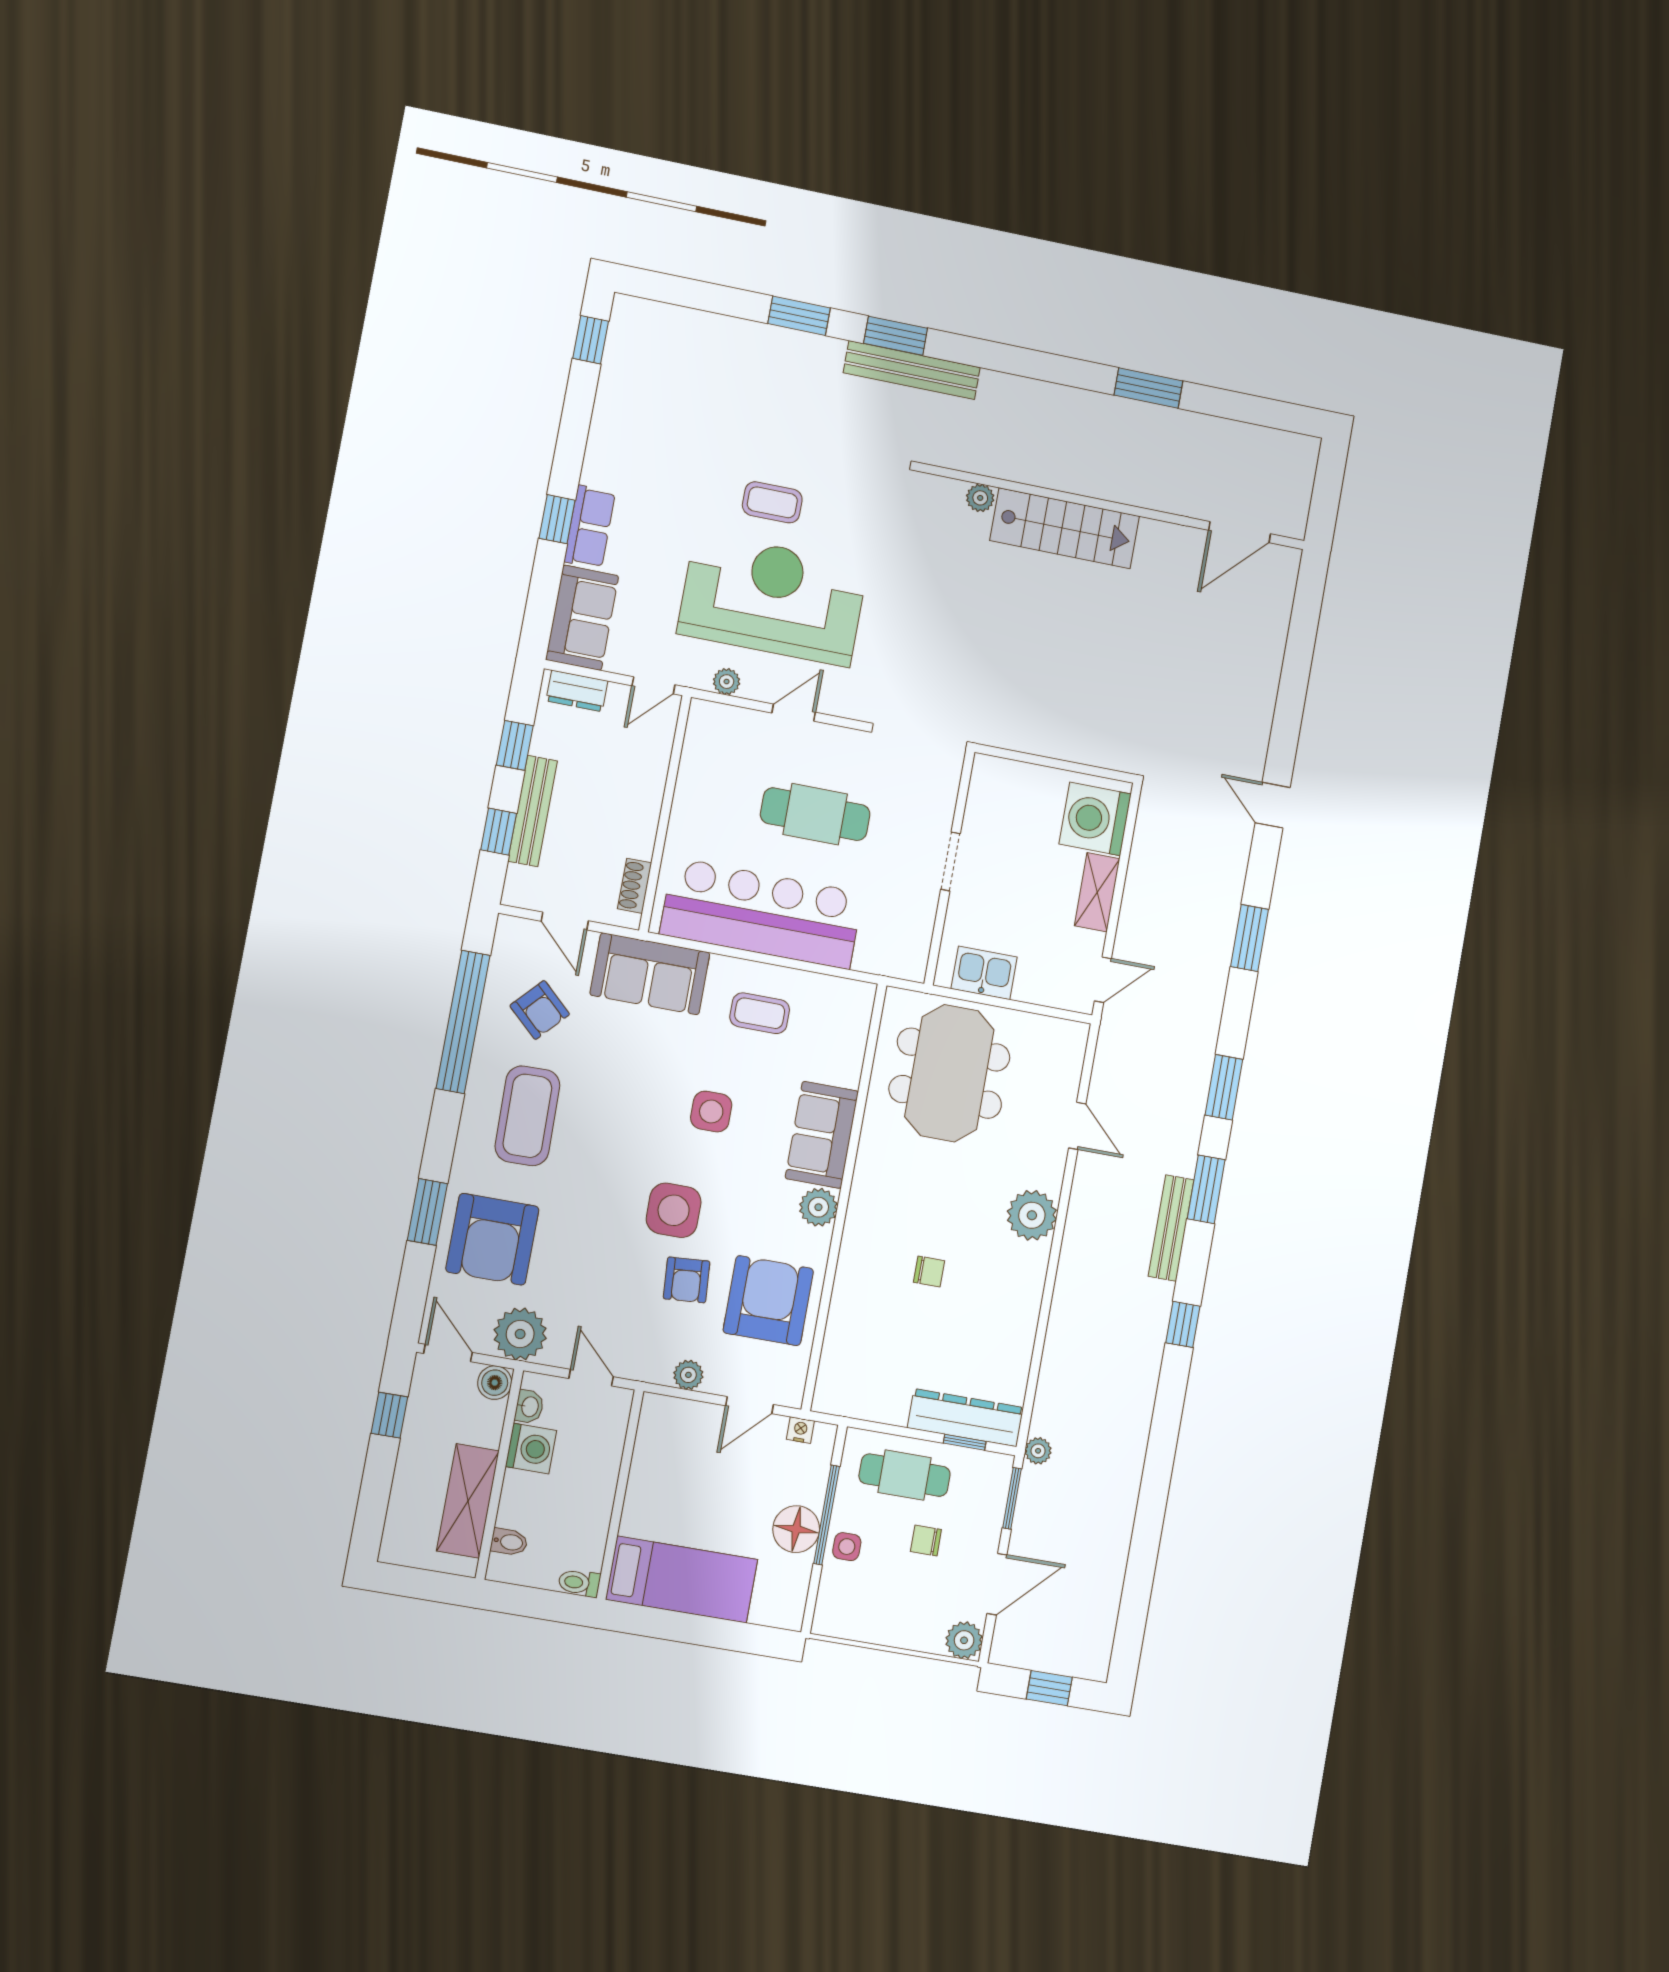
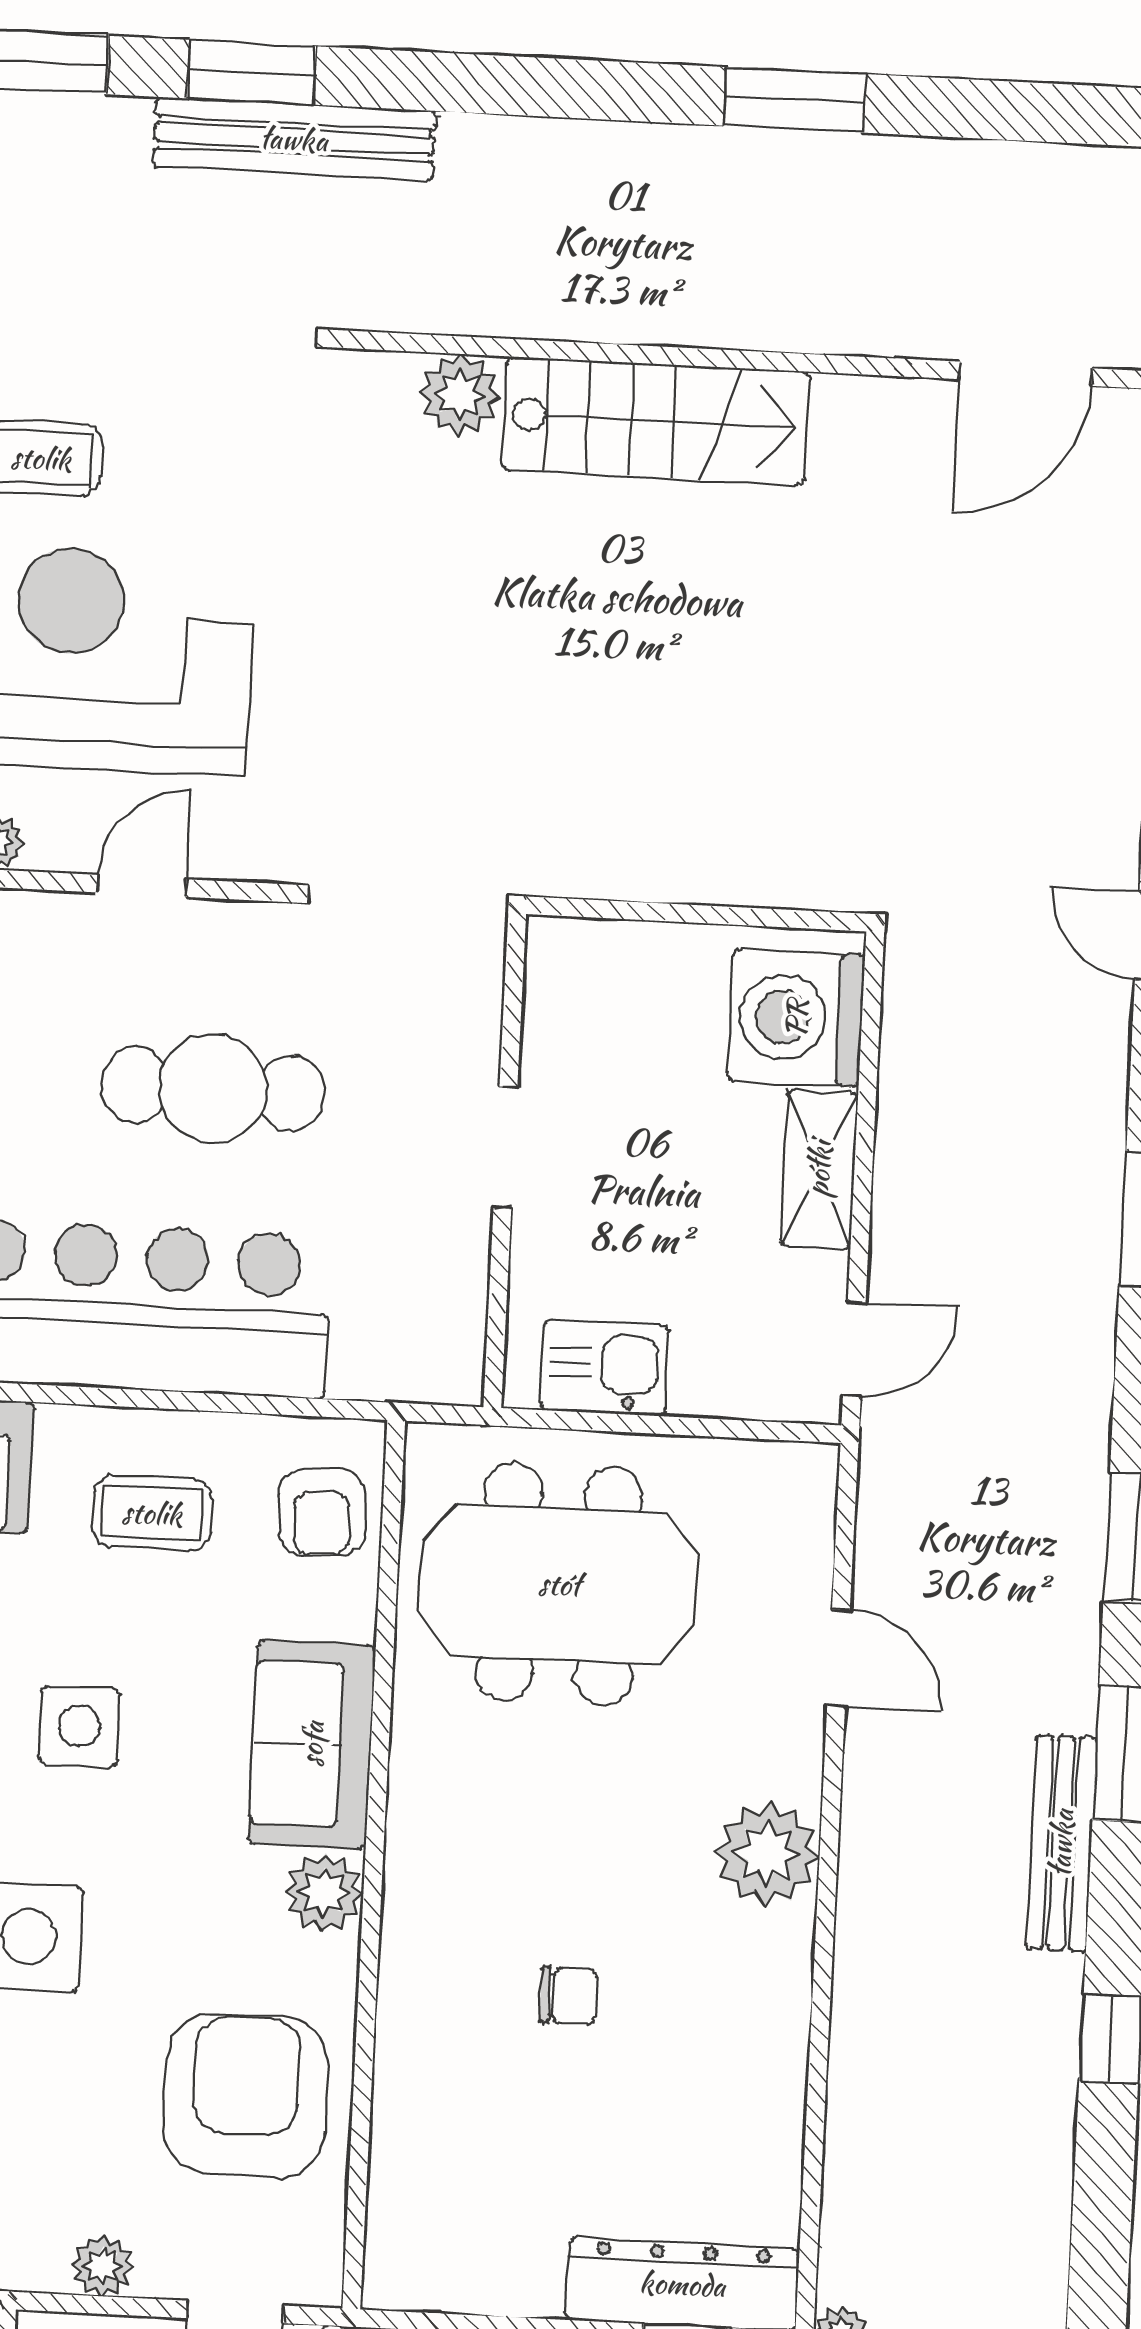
plant: (980, 498) -> (459, 394), width x1.38, depth x1.38
meeting table: (949, 1073) -> (559, 1584), turned 90
armchair: (687, 1280) -> (322, 1513), moved

